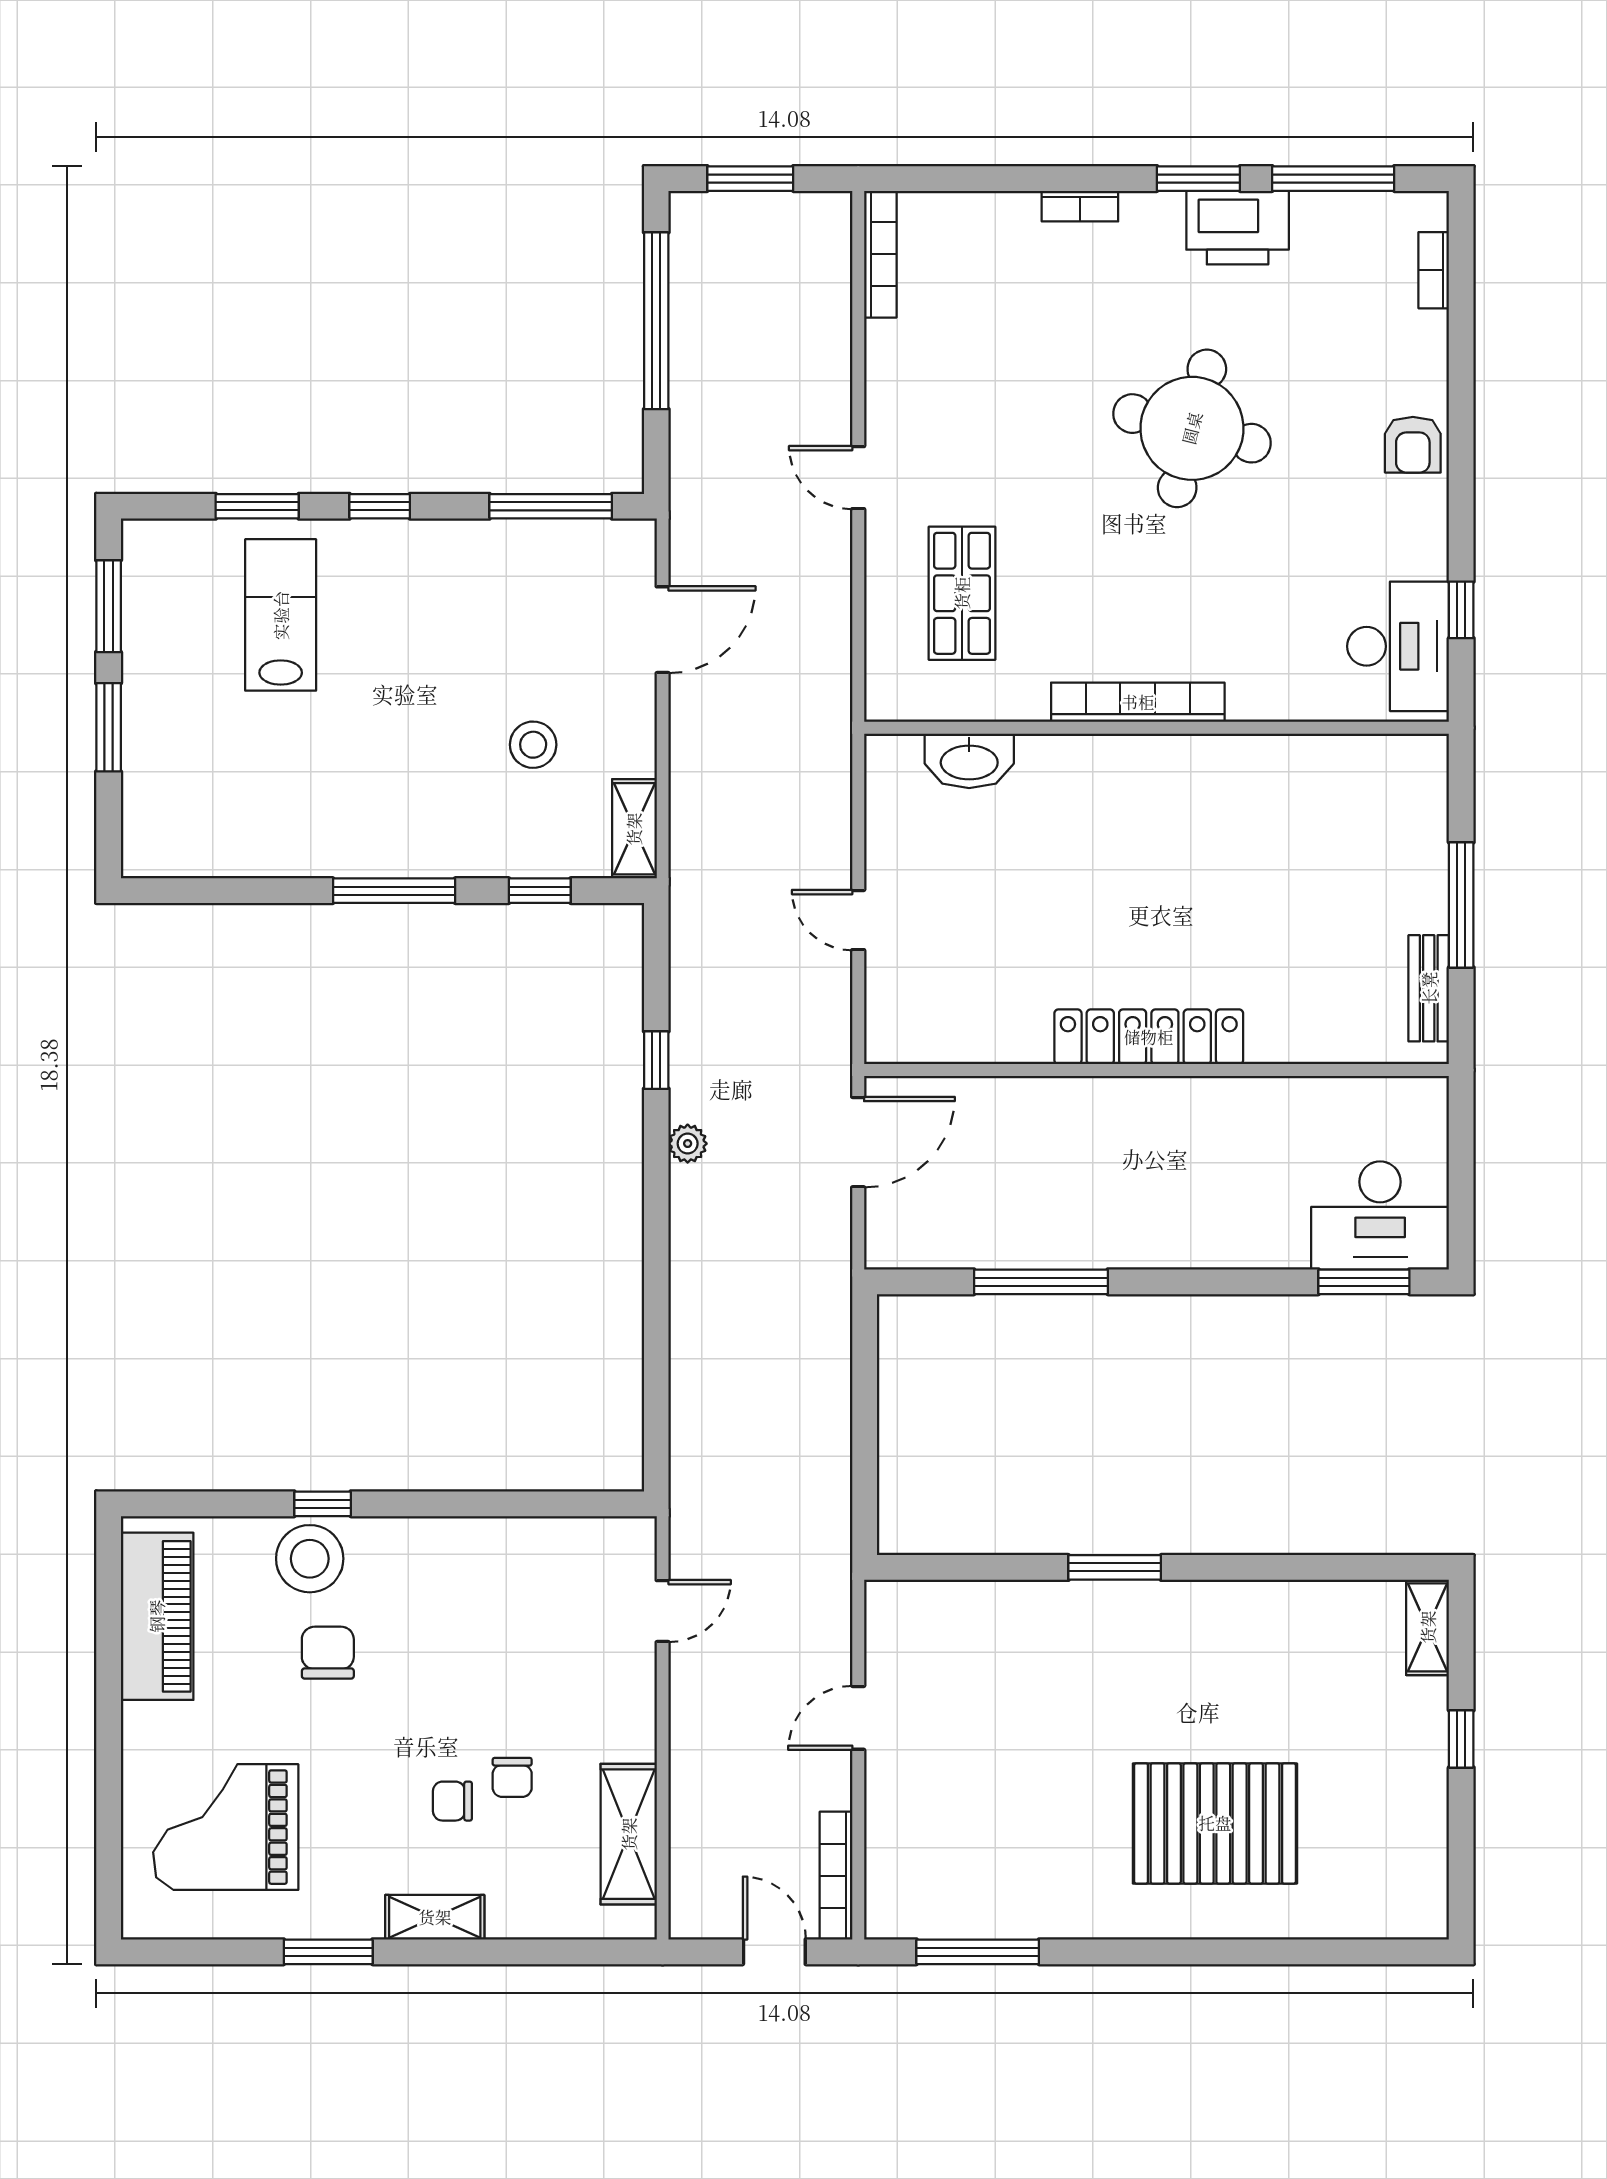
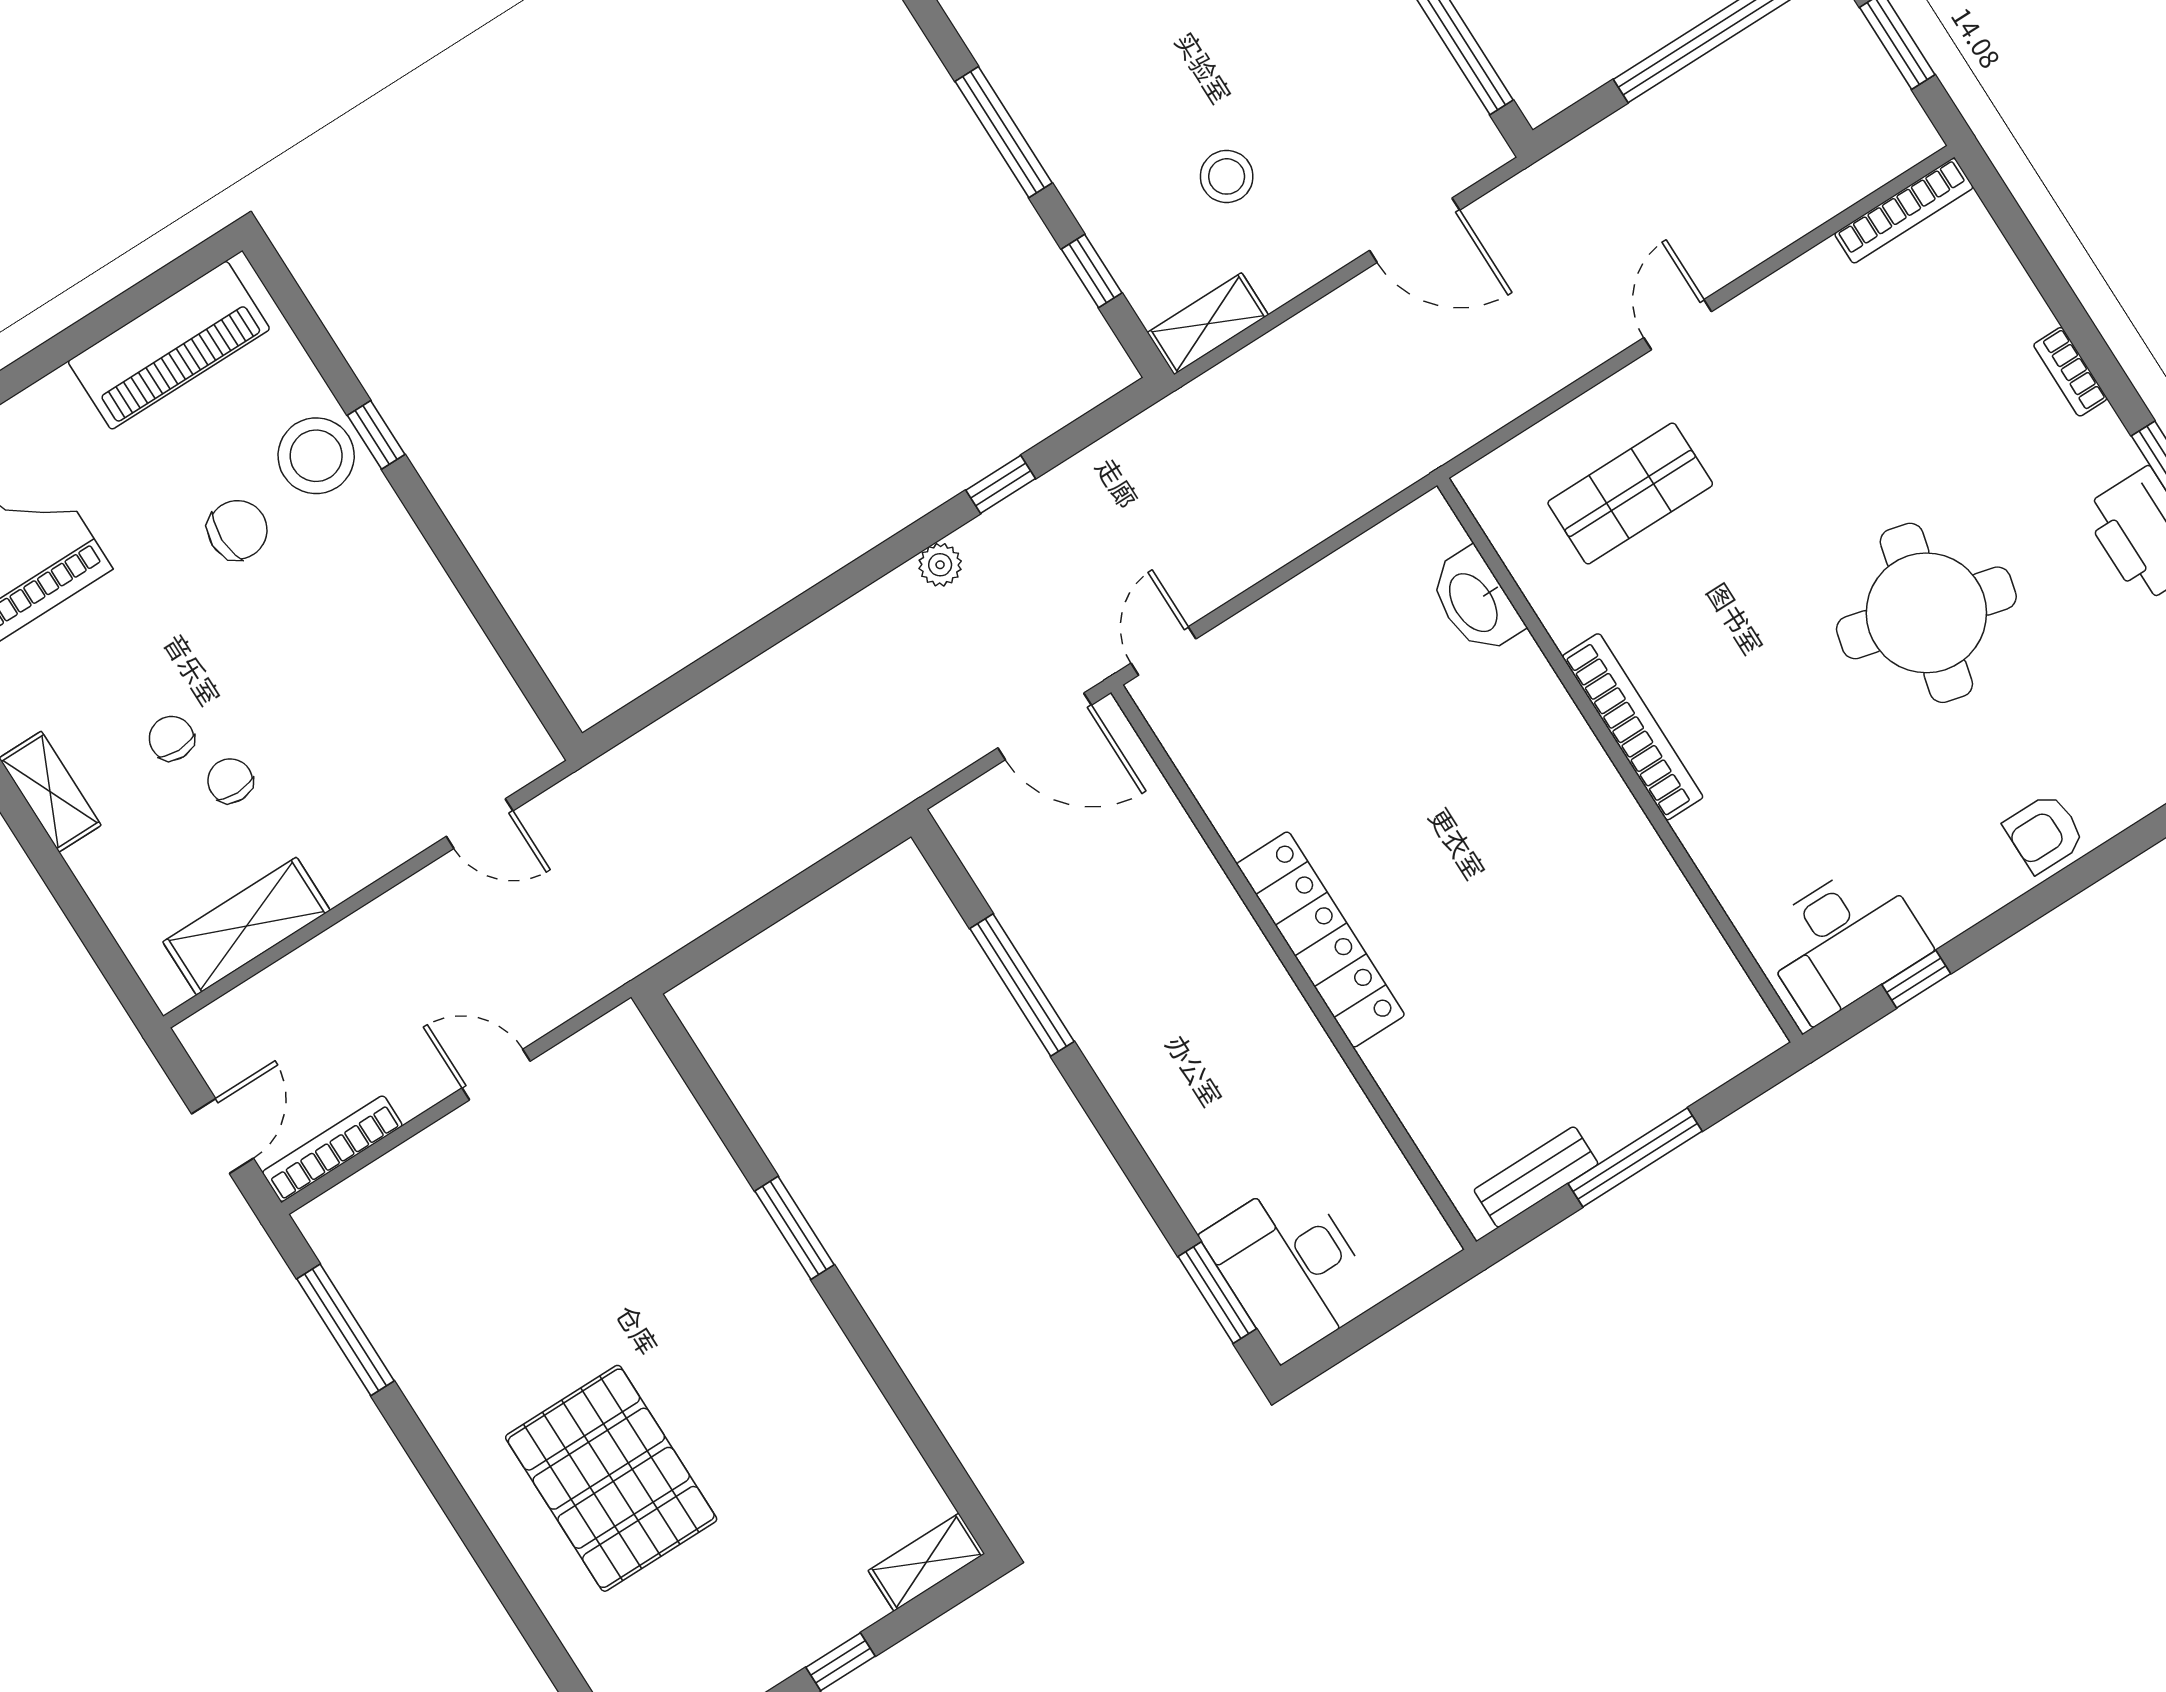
door: (858, 920) -> (1163, 651), moved
chair: (512, 1777) -> (230, 781), turned 90

